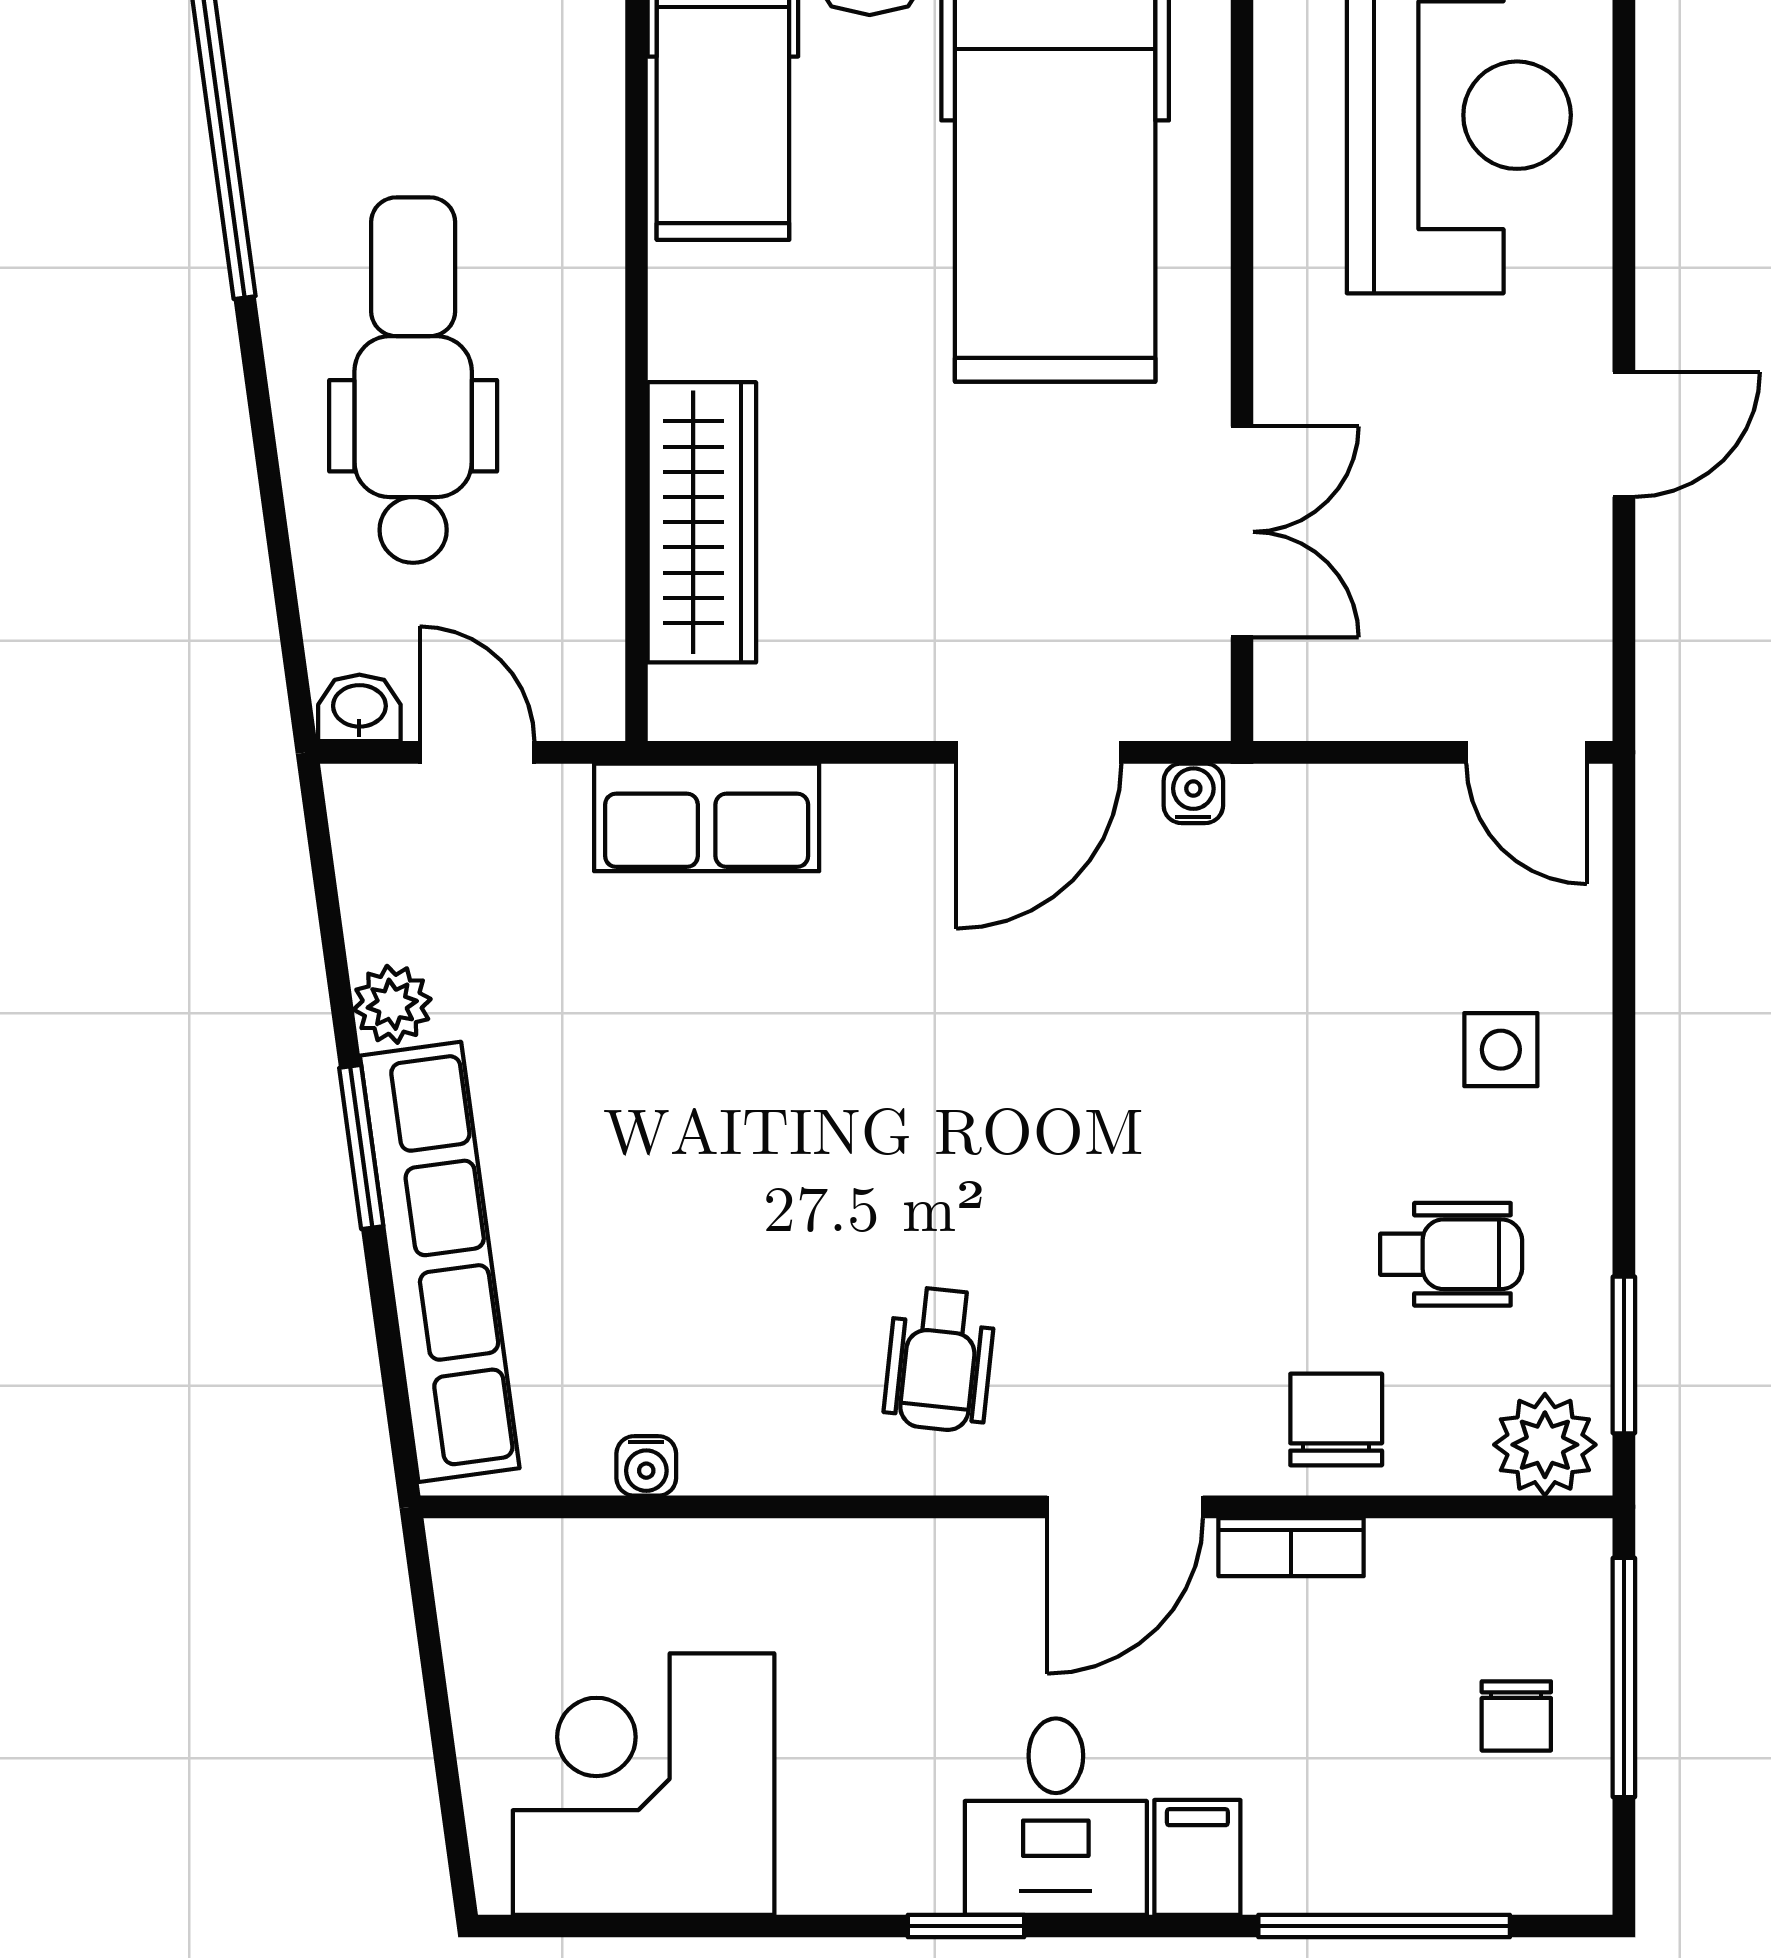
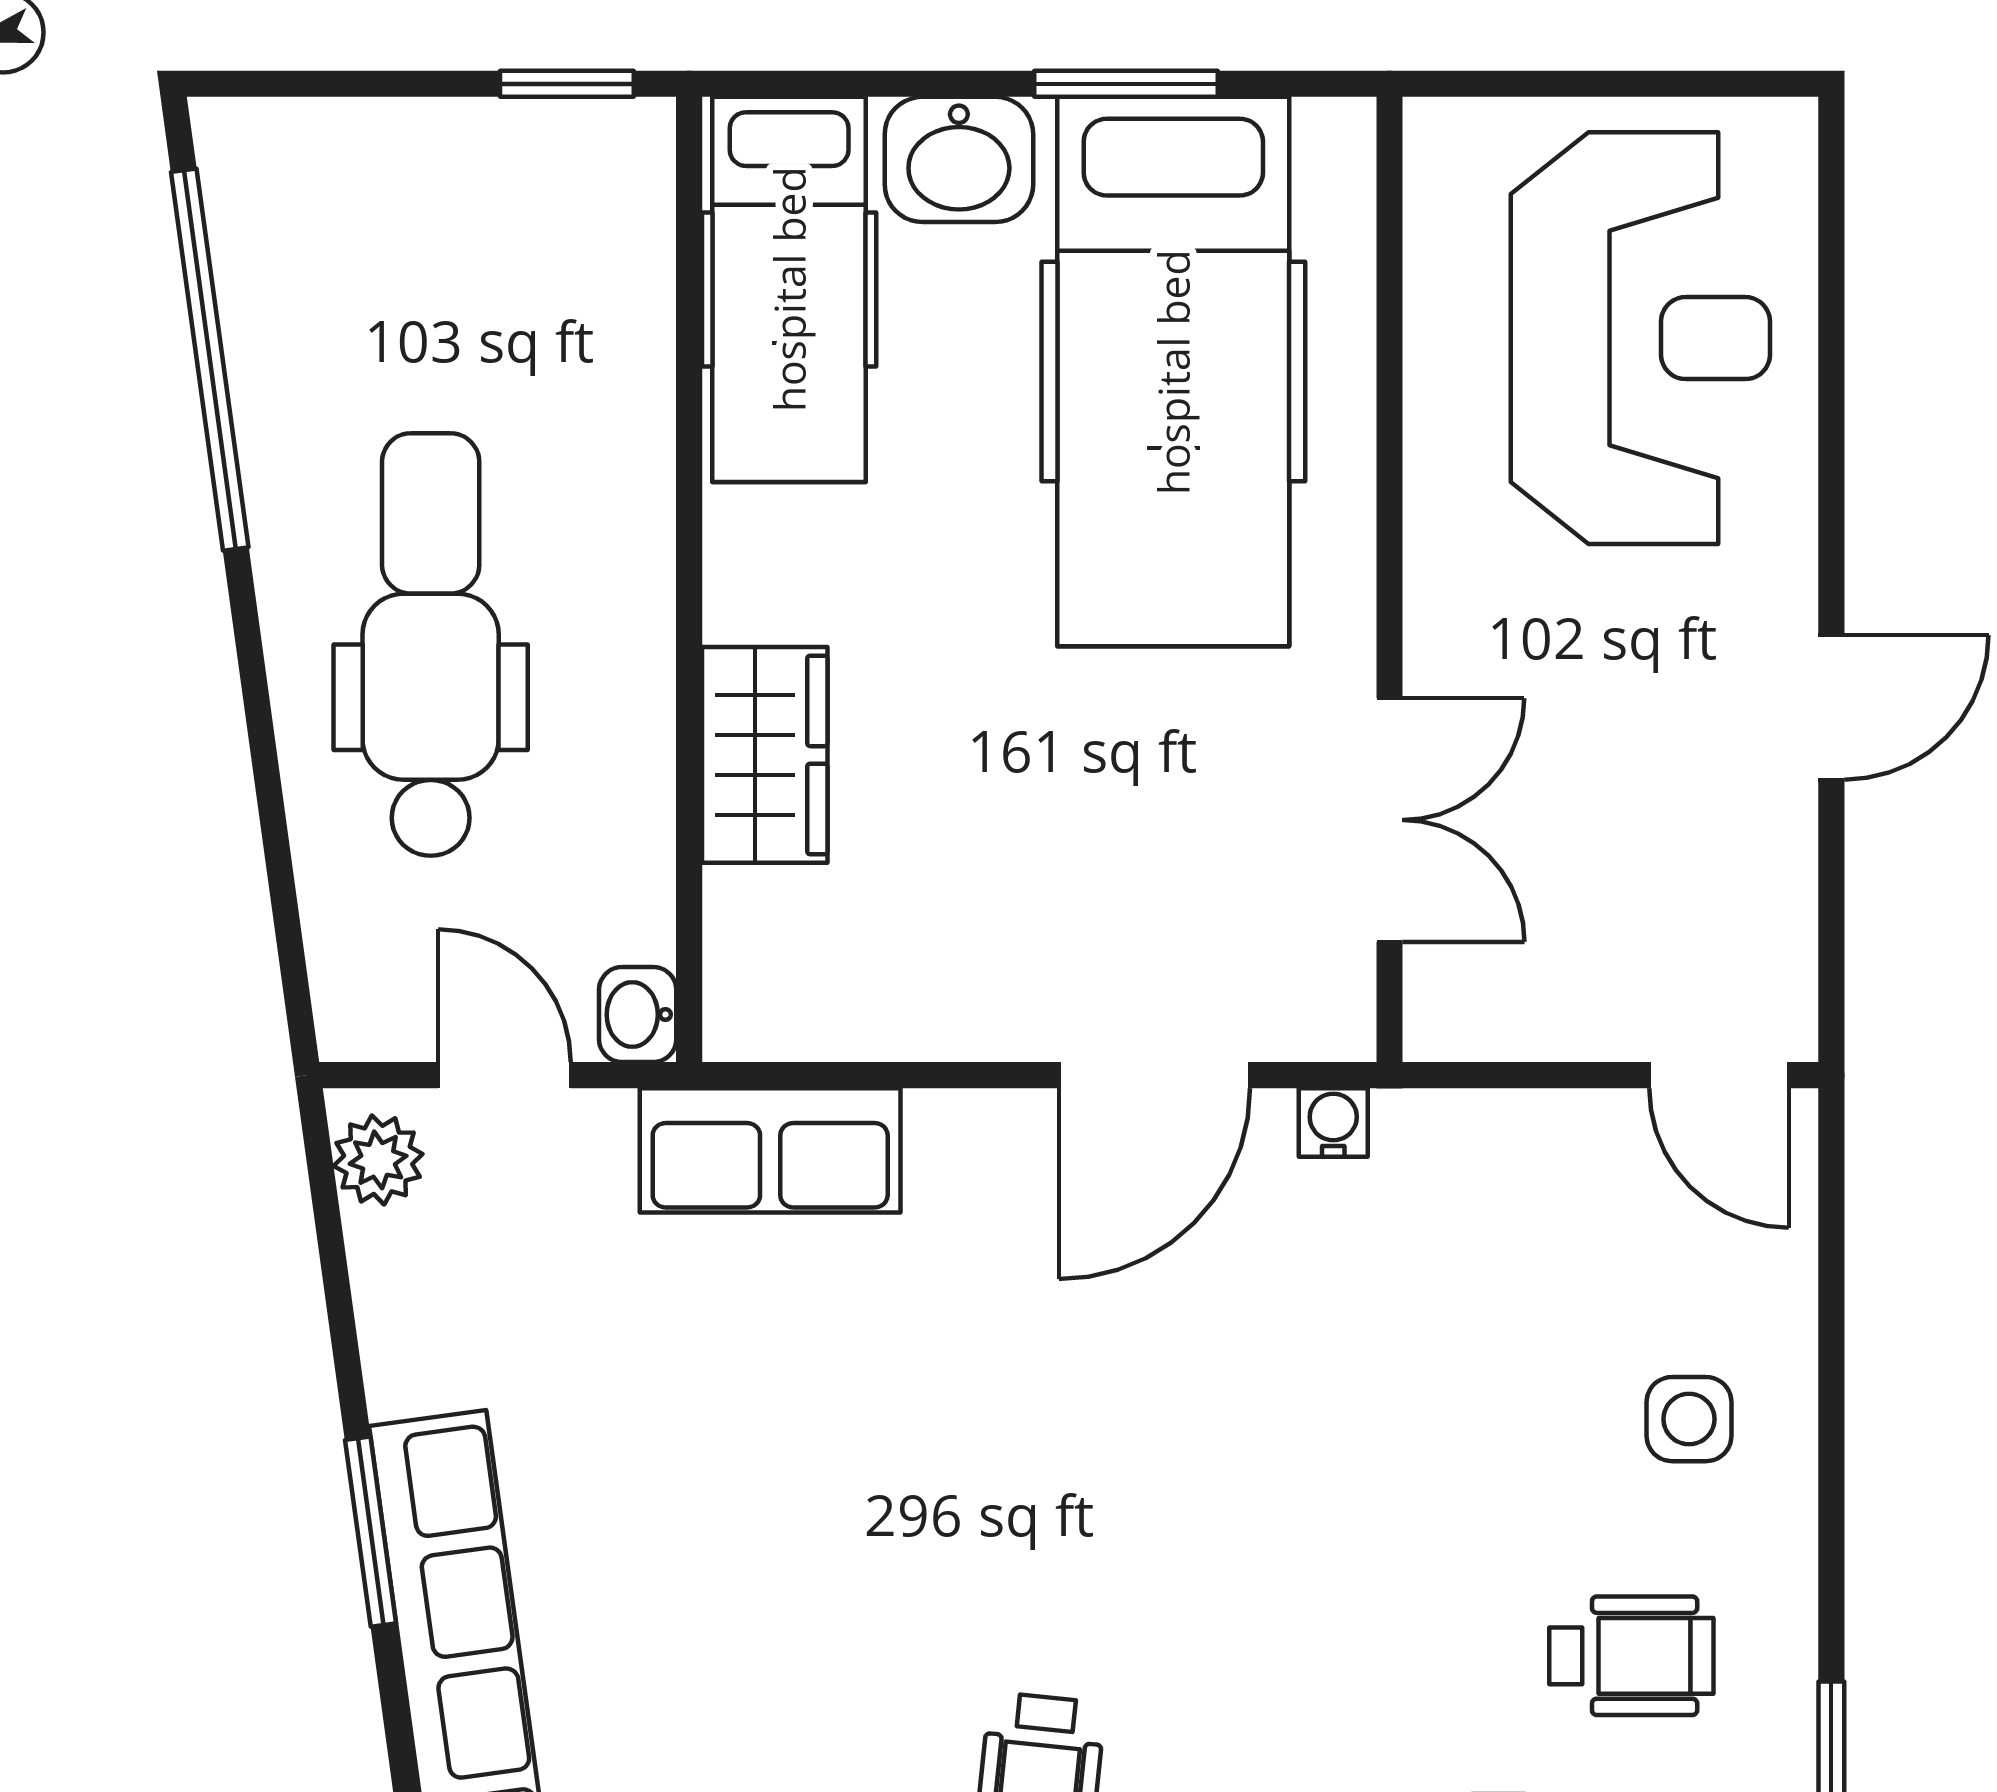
wardrobe: (702, 522) -> (765, 755), width x0.67
washbasin: (359, 708) -> (638, 1015), moved, turned -90
plant: (392, 1004) -> (378, 1160), moved

